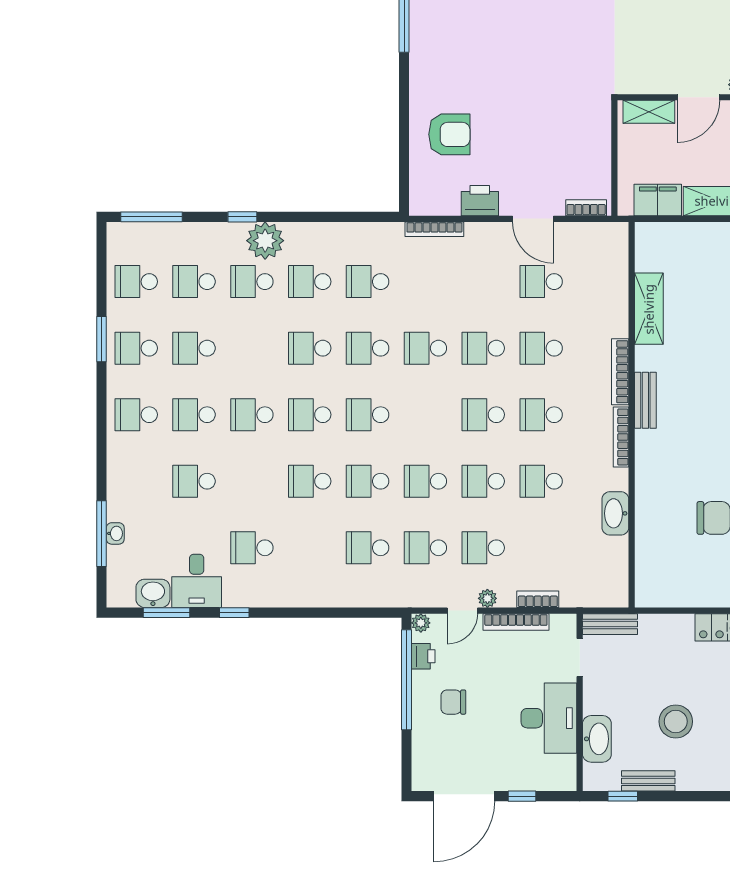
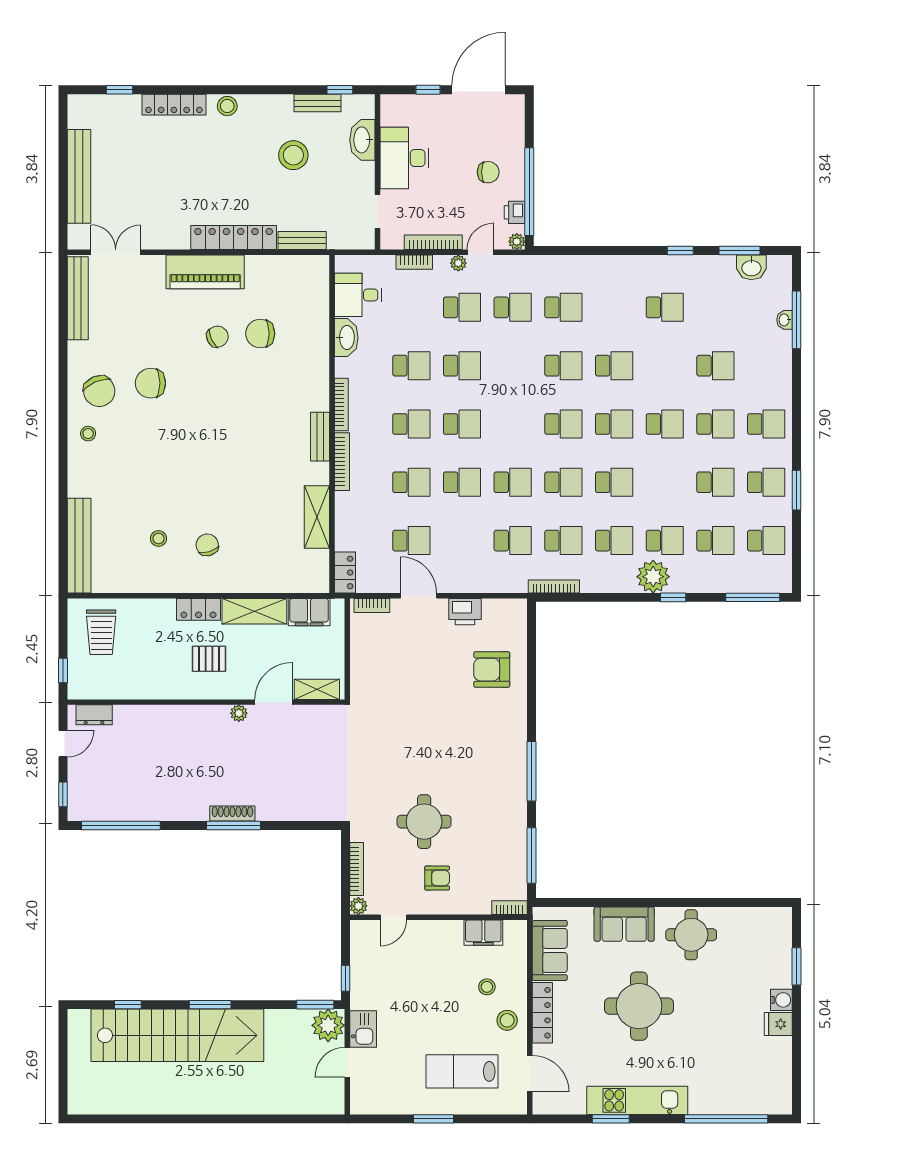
bookcase: (434, 229) -> (554, 586), moved
locker: (617, 245) -> (345, 572), added
school desk: (425, 481) -> (513, 541), moved
desk: (197, 581) -> (358, 295), moved, turned -90
bench: (610, 624) -> (302, 241), moved

